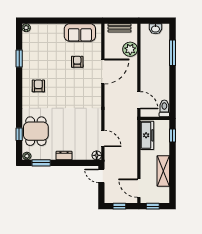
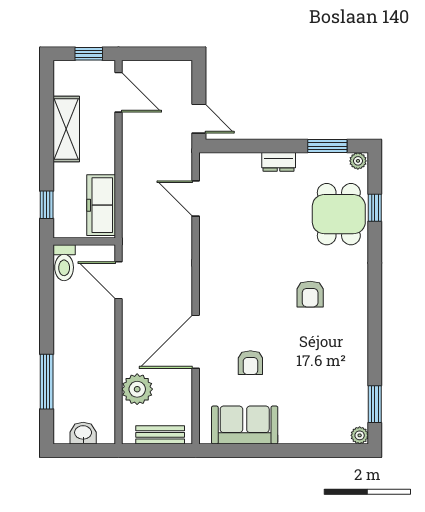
window: (19, 58) -> (375, 404), moved
armchair: (38, 86) -> (310, 294), moved
floor lamp: (97, 155) -> (209, 162), removed
window: (119, 206) -> (160, 54), removed

